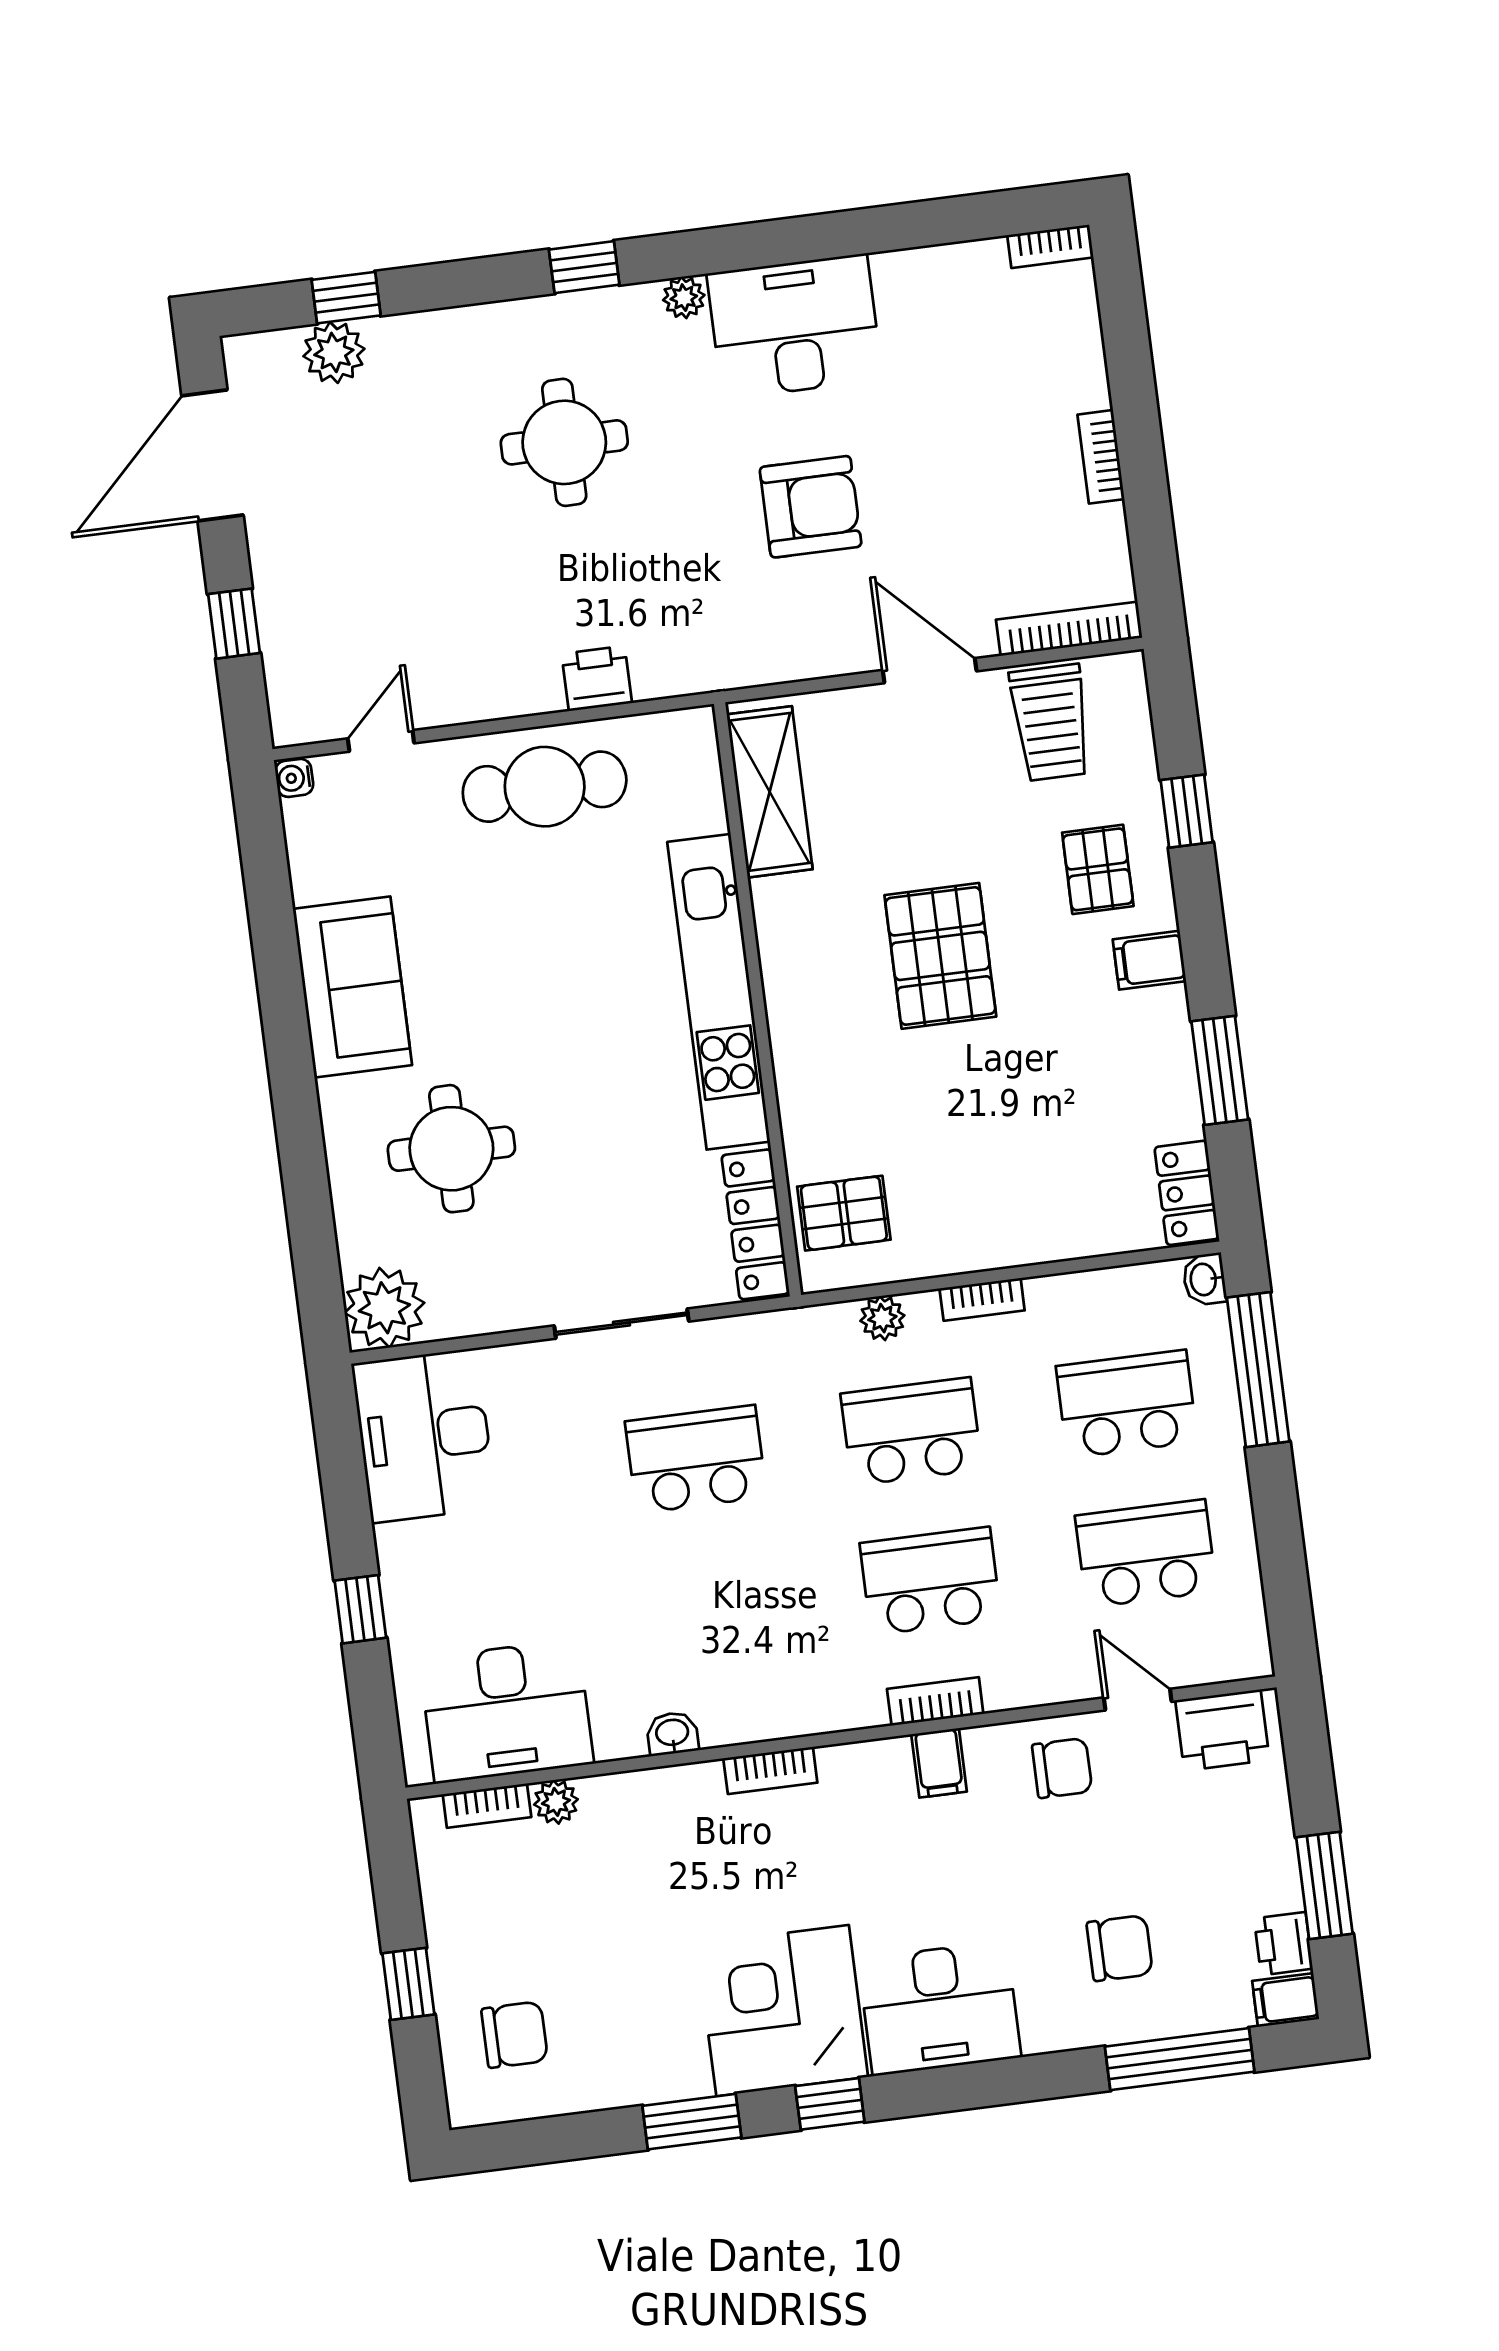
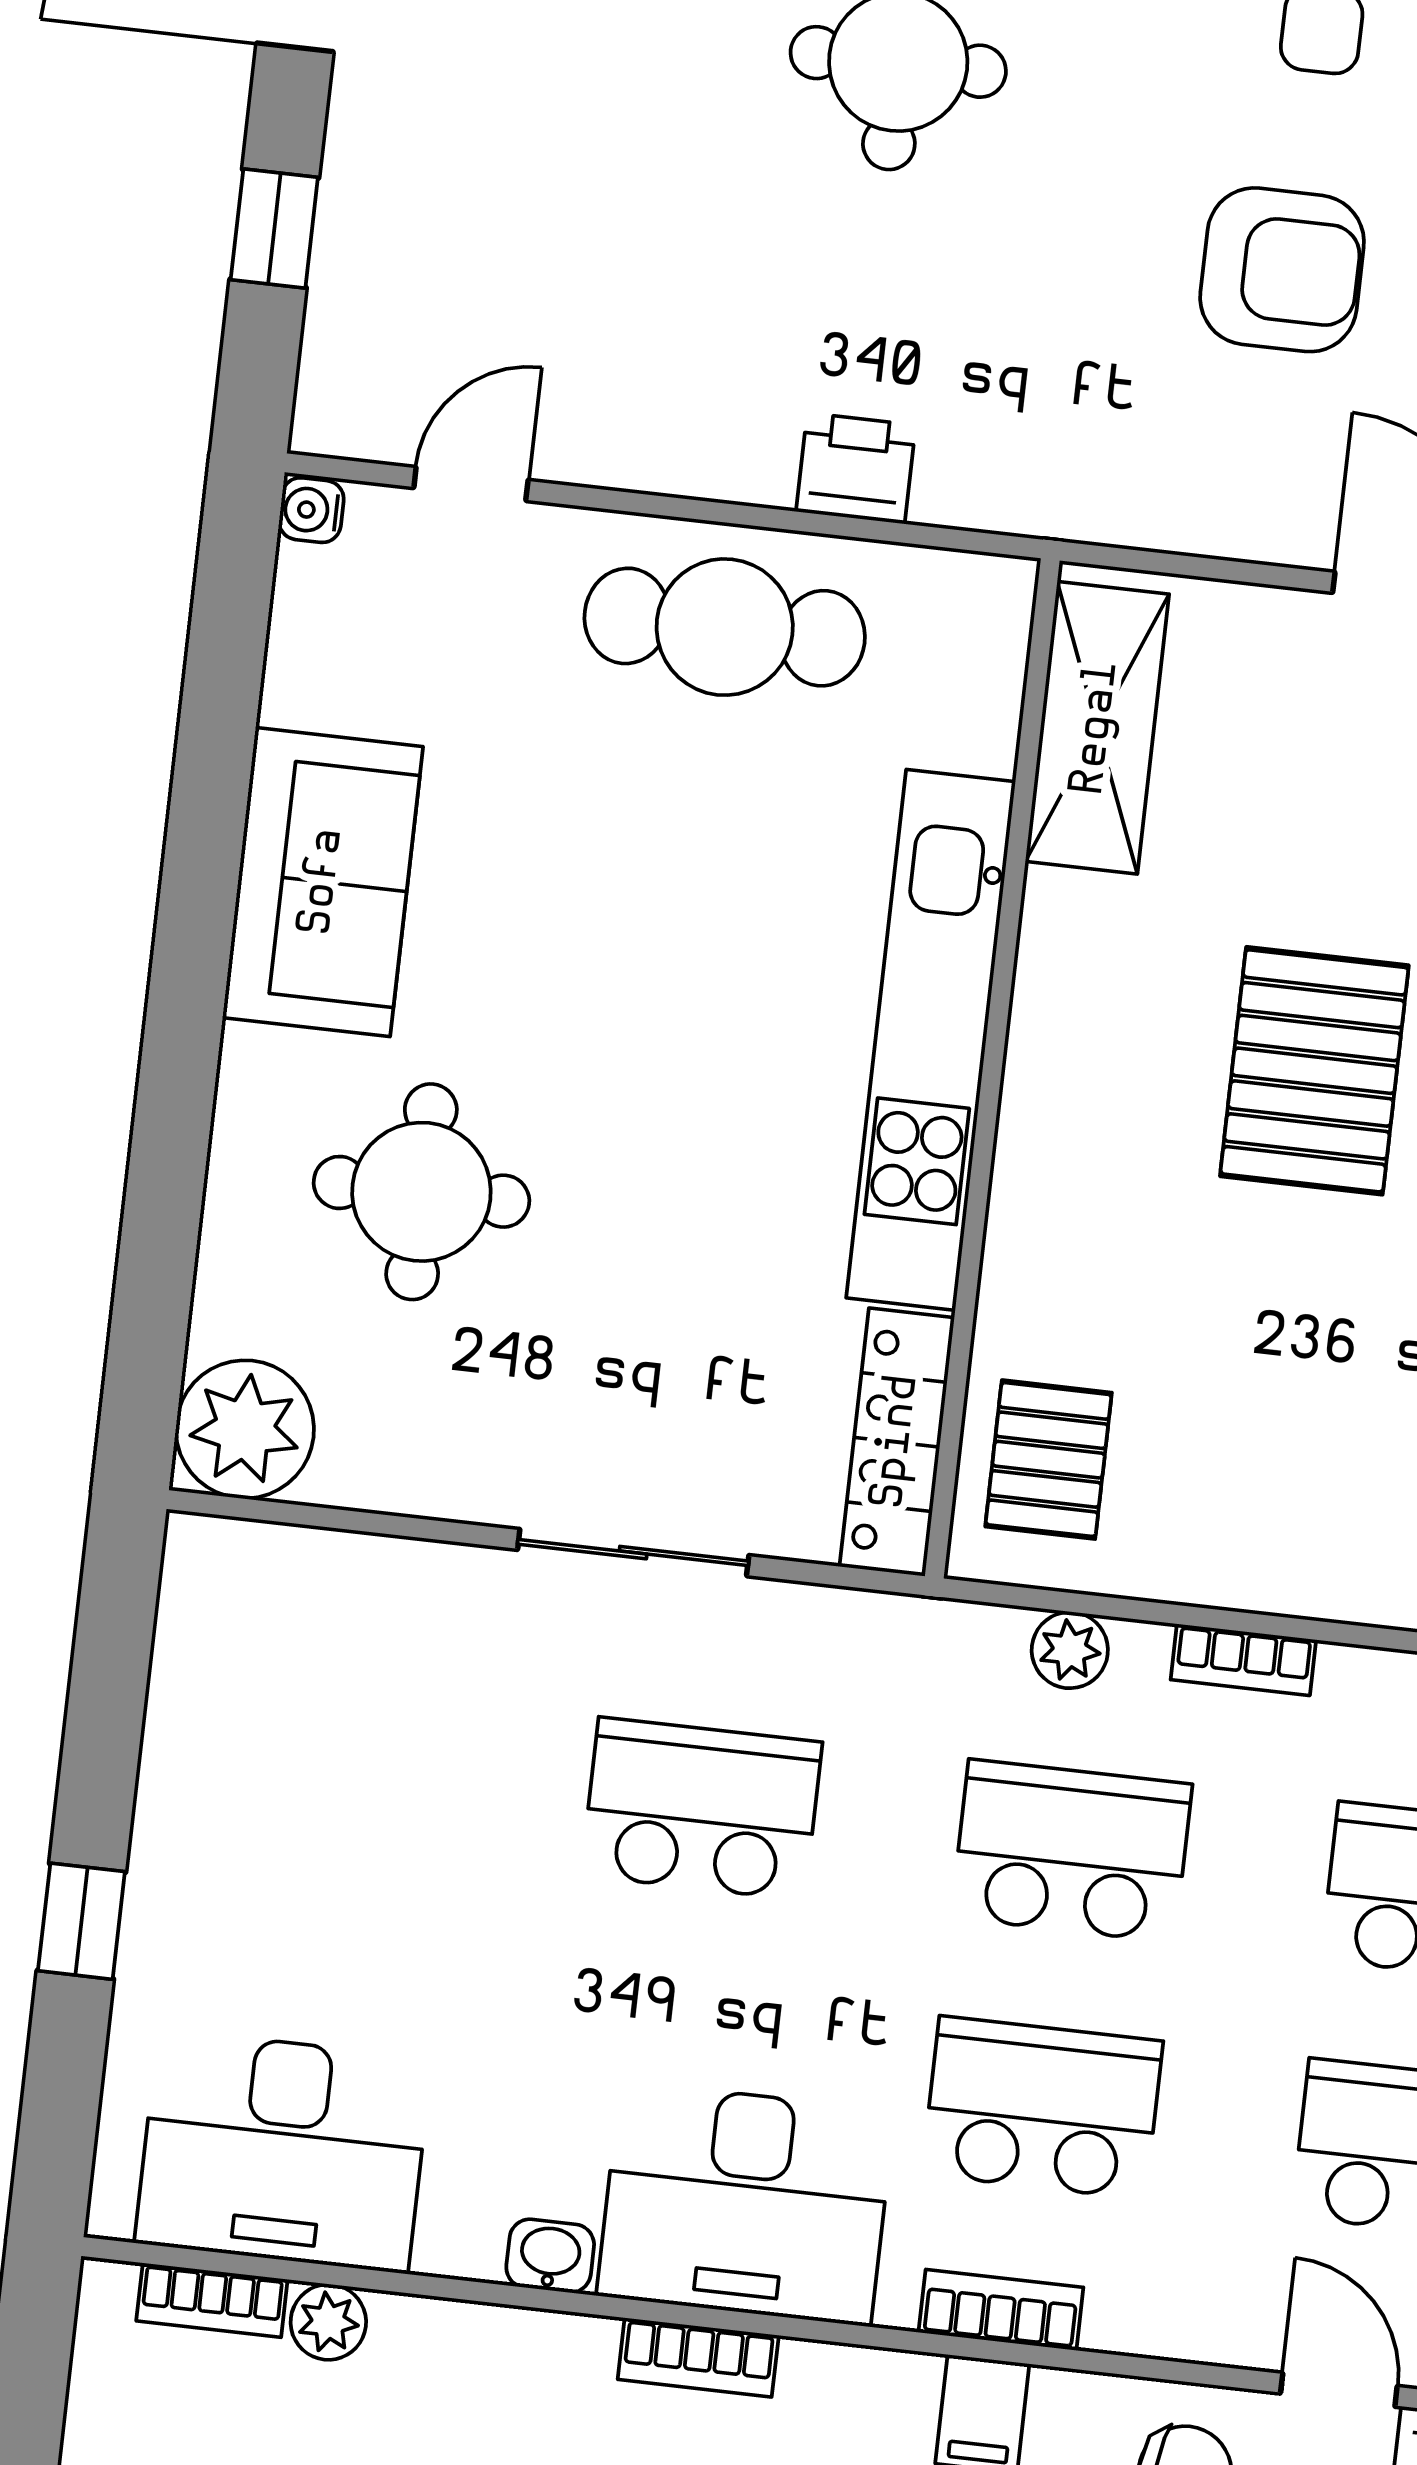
pallet: (844, 1213) -> (1049, 1460), turned 90
desk: (424, 1436) -> (746, 2203), moved, turned -90

